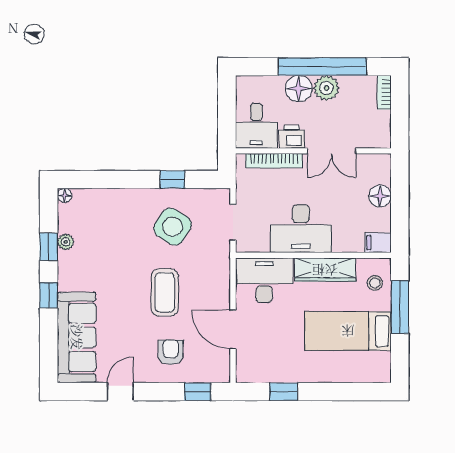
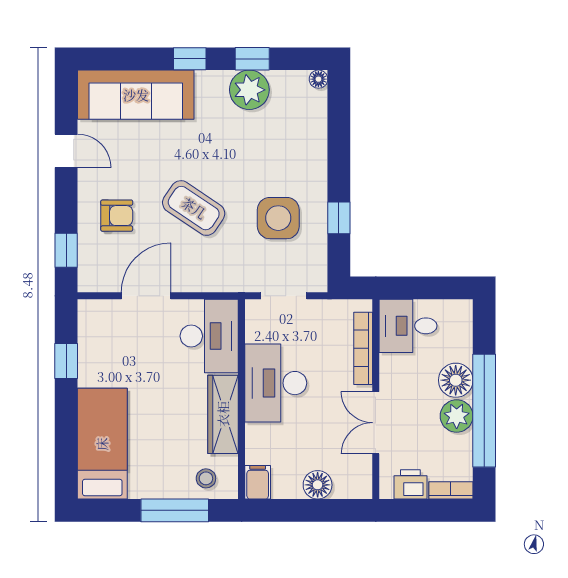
printer: (292, 137) -> (410, 484), moved, turned -90
side table: (173, 227) -> (278, 218), turned -33
plant: (66, 242) -> (249, 90), width x1.87, depth x1.87
coffee table: (165, 292) -> (194, 208), turned 34
bed: (348, 331) -> (102, 444), moved

